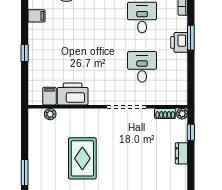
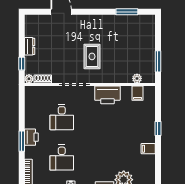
filing cabinet: (36, 16) -> (148, 149), moved
printer: (73, 94) -> (107, 95), moved
rug: (82, 158) -> (92, 56), moved, width x0.73, depth x0.70
window: (25, 173) -> (158, 61), moved

